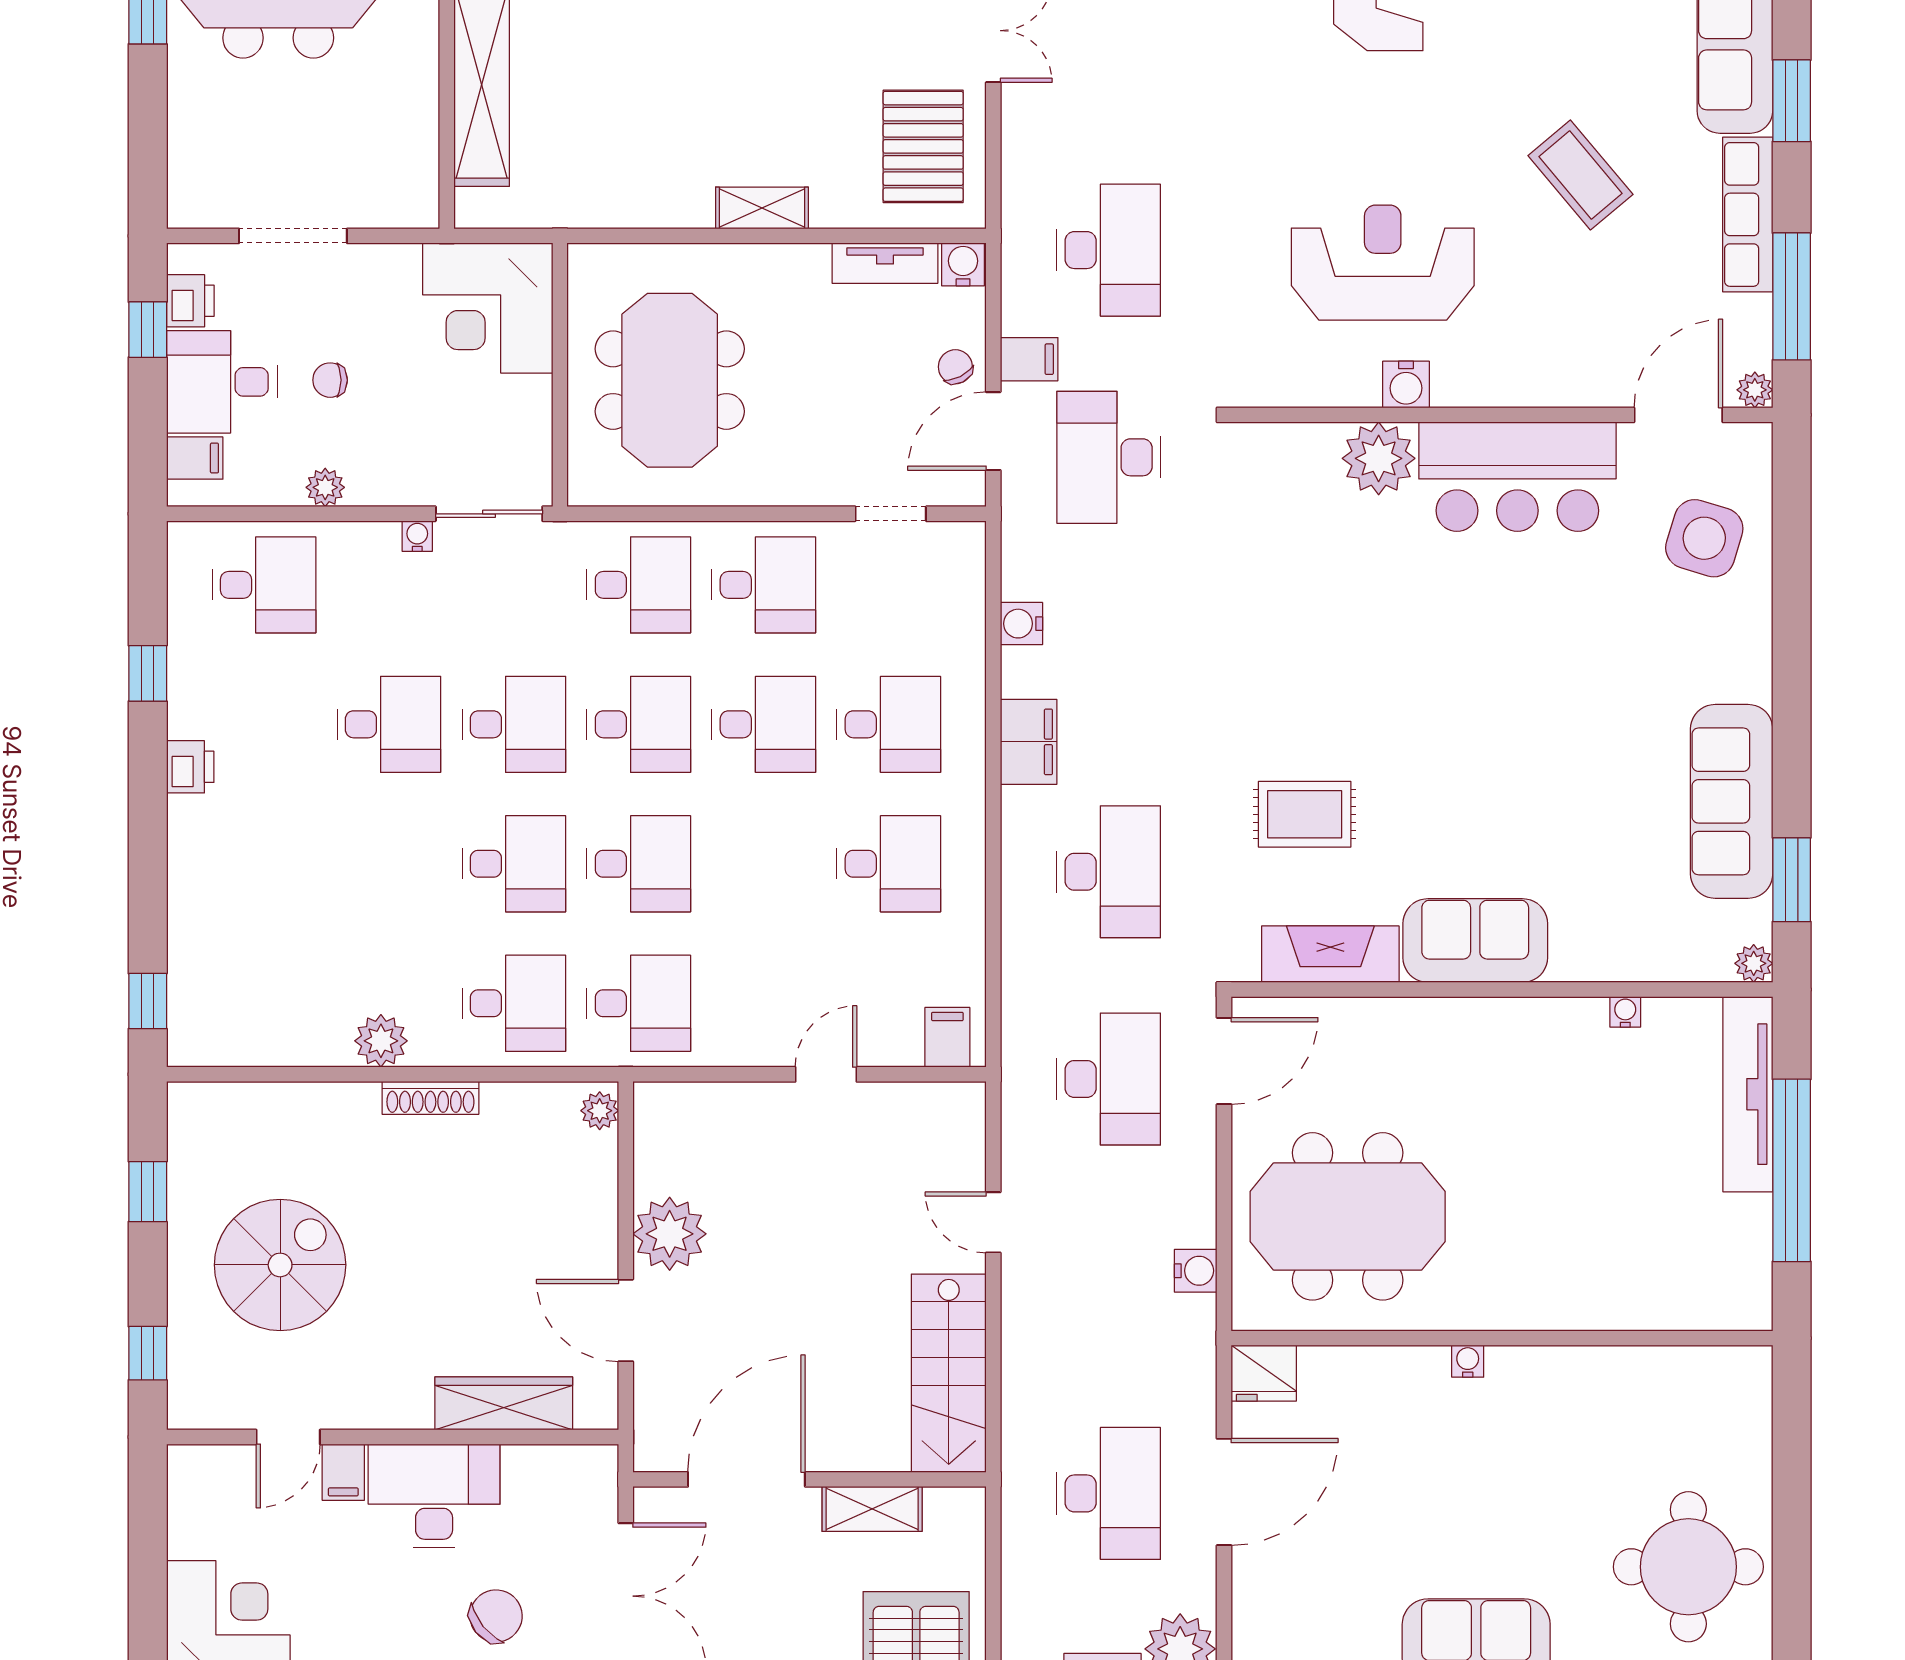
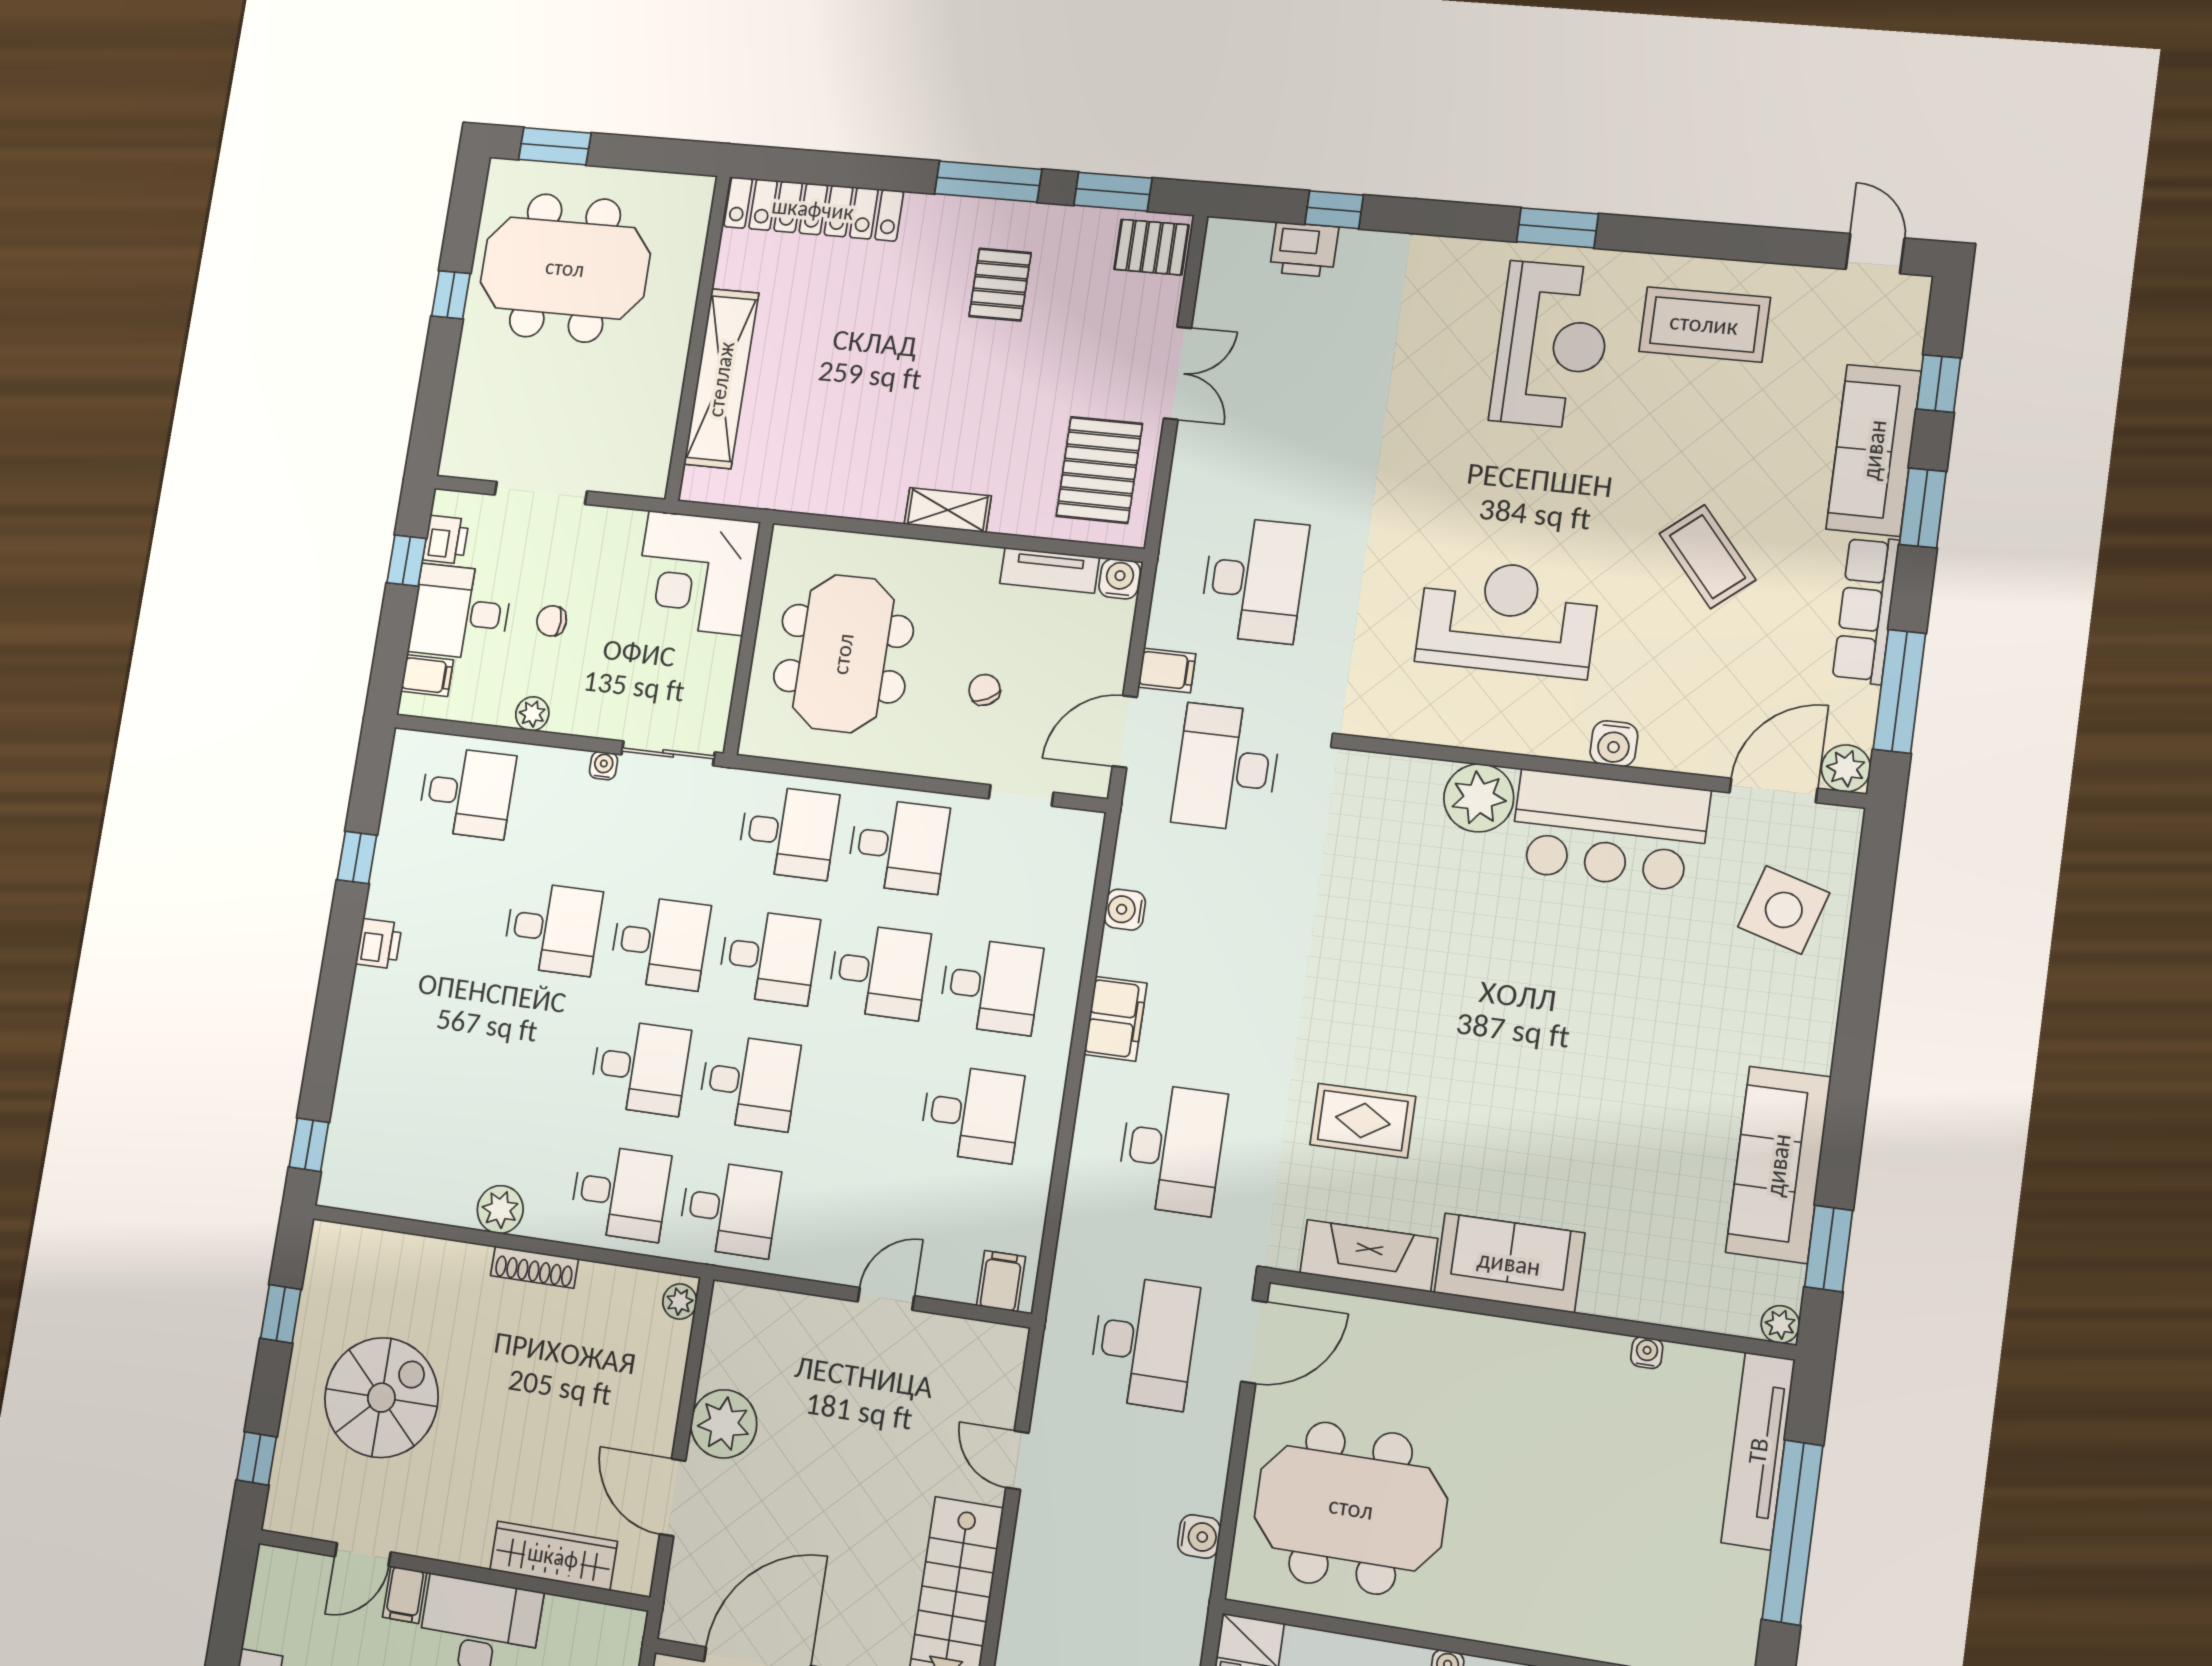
chair: (955, 367) -> (984, 690), moved
water cooler: (1406, 384) -> (1614, 744), moved
plant: (1755, 390) -> (1846, 768), width x1.38, depth x1.38

